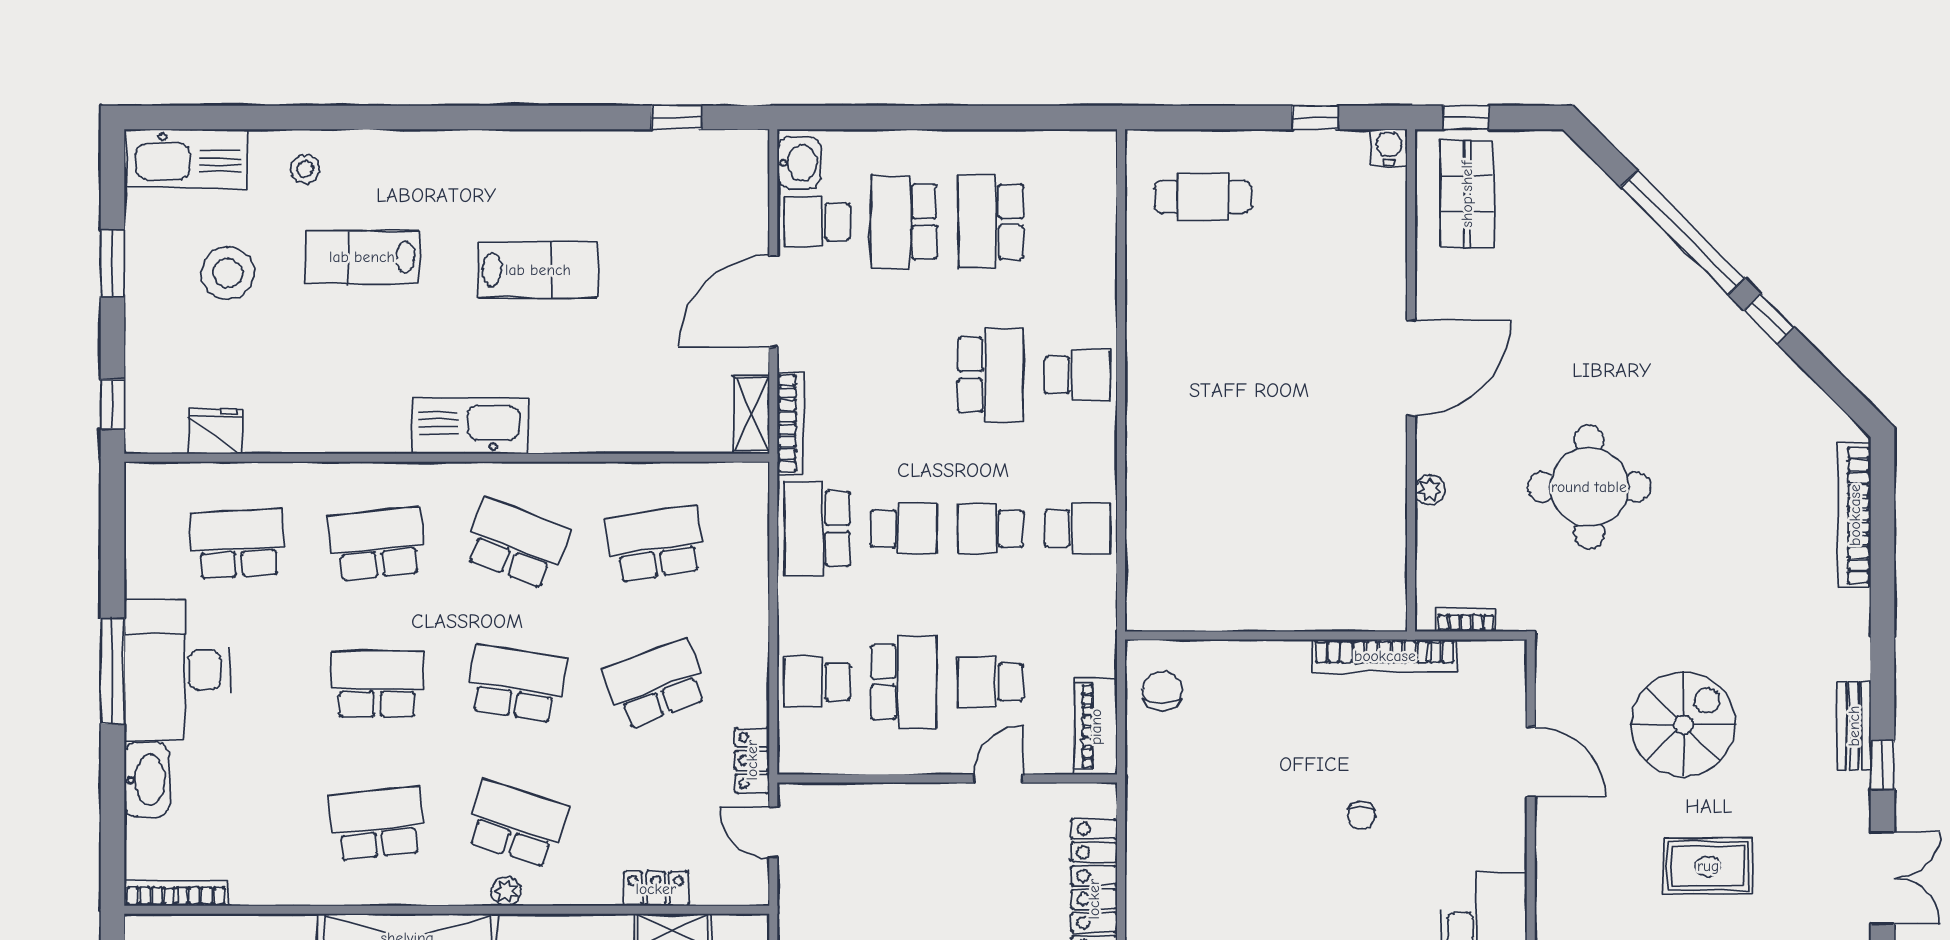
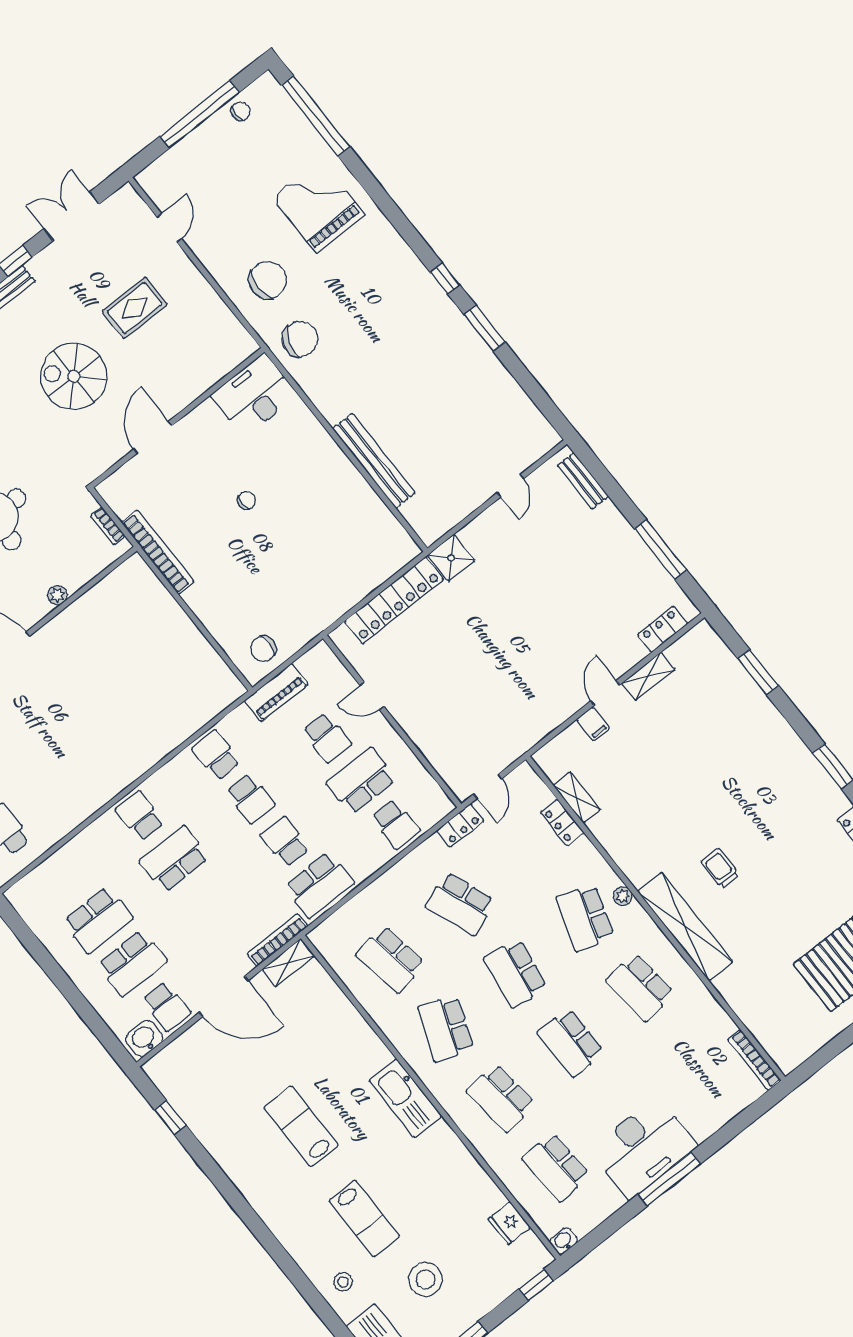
piano: (1096, 727) -> (276, 693), moved
washbasin: (147, 780) -> (564, 1241), moved, width x0.52, depth x0.69
rug: (1708, 866) -> (135, 308), turned 90

